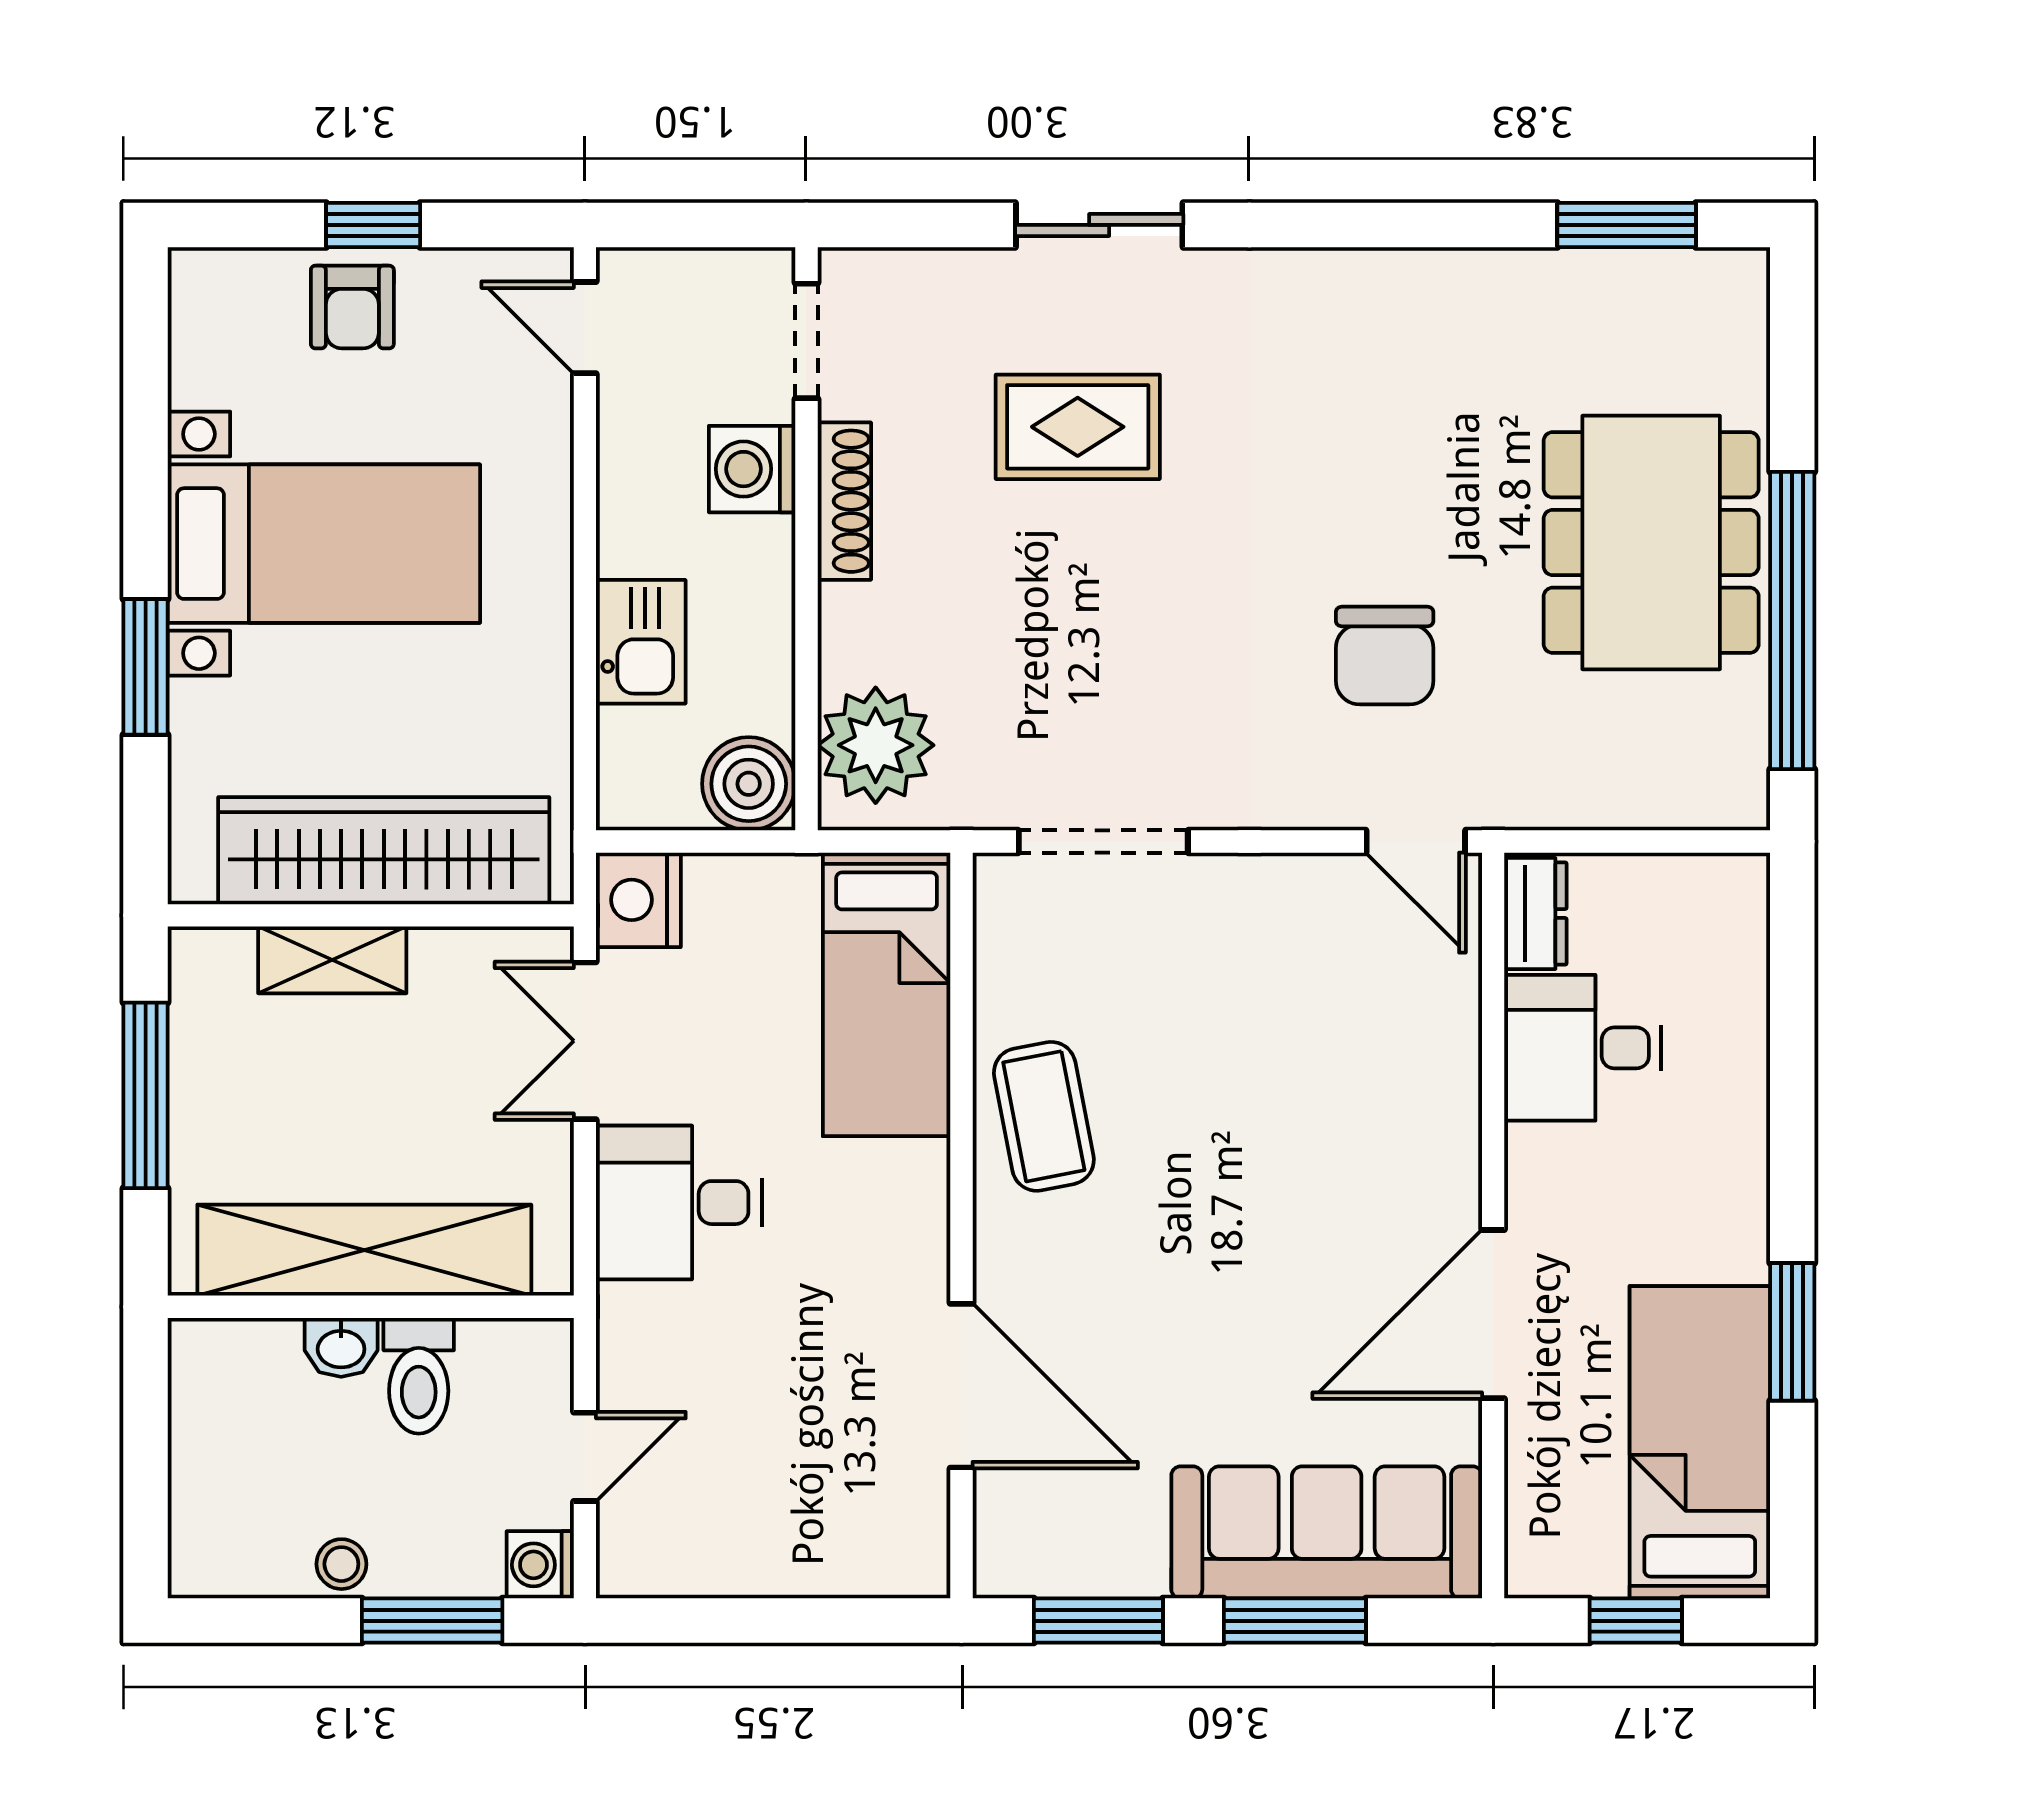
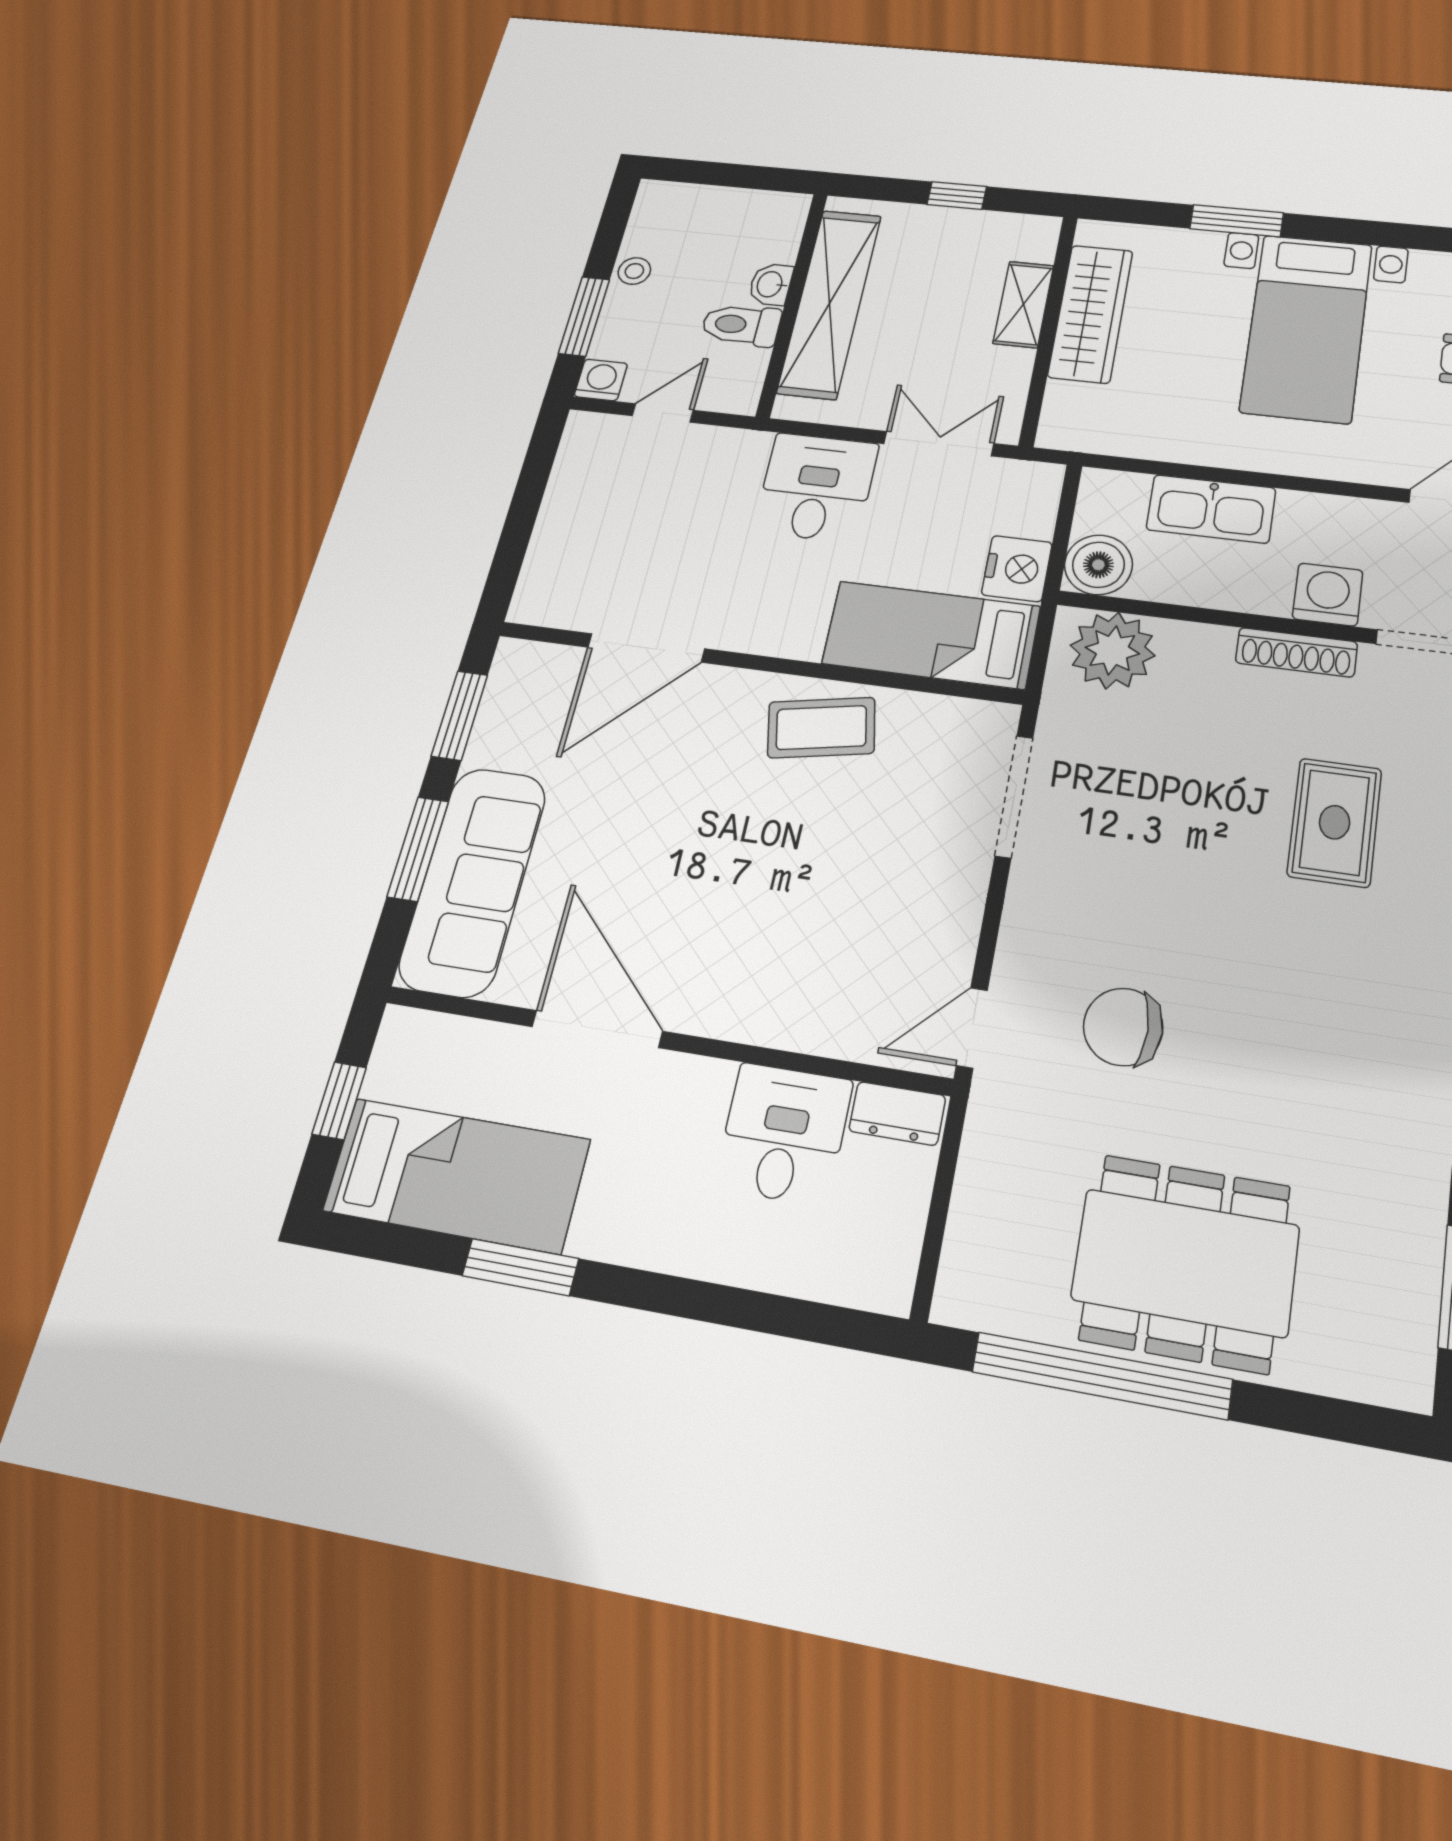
kitchen sink: (641, 642) -> (1211, 509), width x1.38
wardrobe: (384, 851) -> (1091, 313), width x0.71, depth x0.85
nightstand: (638, 900) -> (1017, 569), moved, turned 90
window: (146, 1095) -> (957, 196), width x0.46
door: (585, 1457) -> (663, 413), swing flipped

